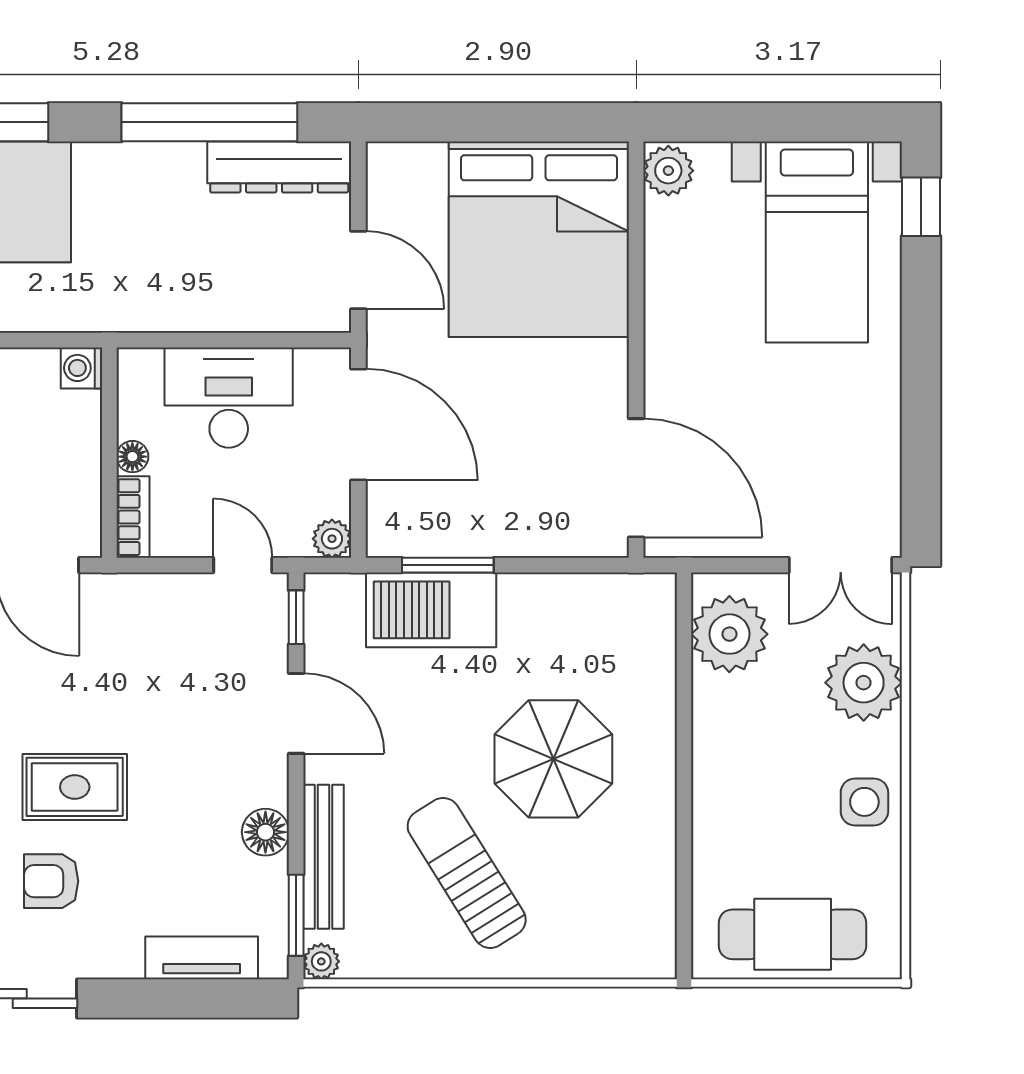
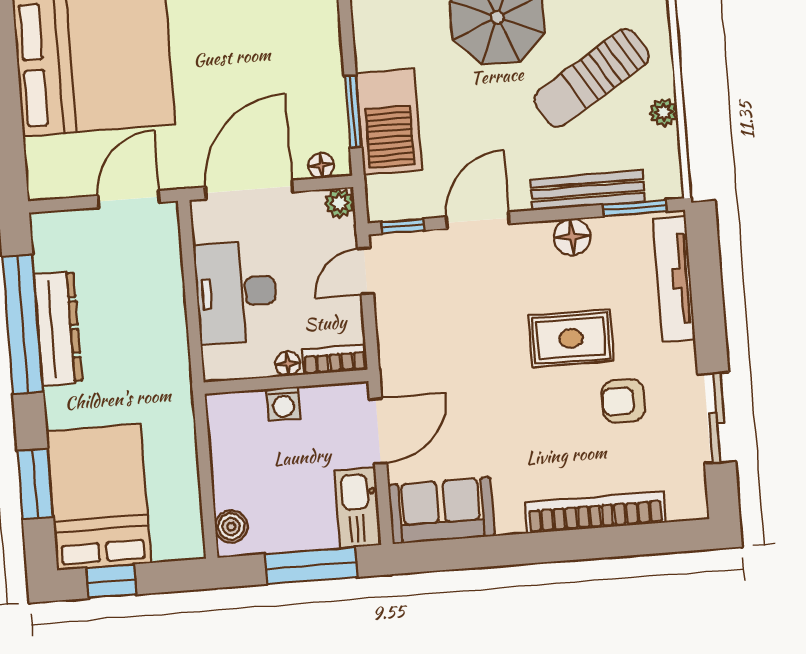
dresser: (279, 167) -> (58, 328), moved
washing machine: (82, 368) -> (284, 404), moved
floor lamp: (382, 519) -> (321, 165), added
rug: (75, 787) -> (571, 338), moved, turned 90
armchair: (51, 881) -> (623, 401), turned 90
tv unit: (202, 958) -> (674, 279), width x1.41
plant: (321, 961) -> (663, 112), moved

